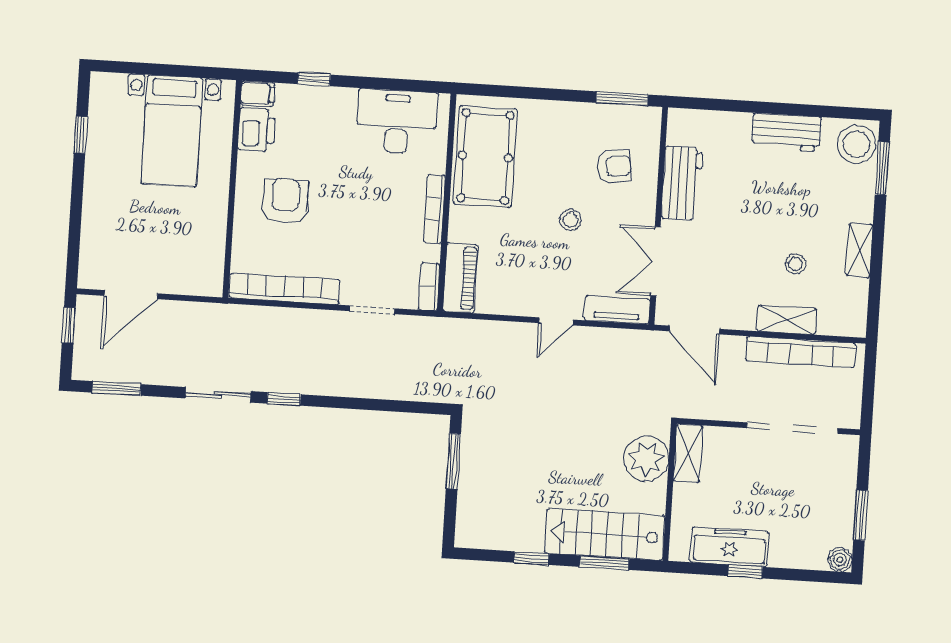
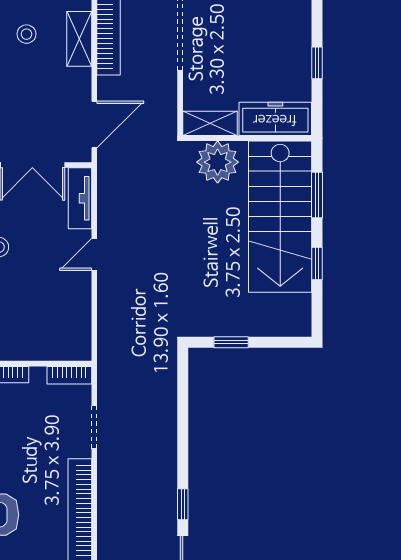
piano: (460, 278) -> (59, 346), removed
door: (556, 321) -> (94, 254), swing flipped
window: (453, 461) -> (231, 342), width x0.67
stairs: (605, 535) -> (280, 217), width x1.36, depth x1.51
freezer: (729, 547) -> (275, 119), moved, turned 90

